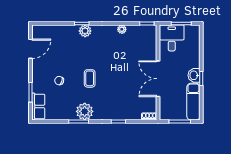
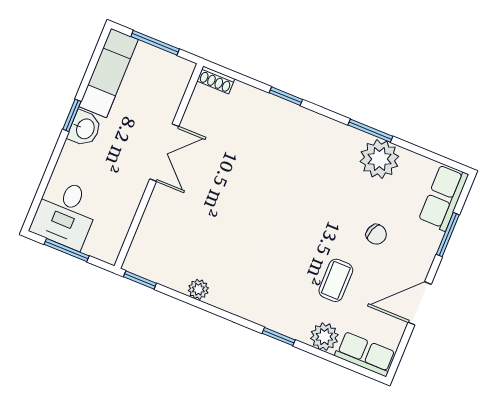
row of seats: (44, 31) -> (365, 354), added
plant: (85, 31) -> (324, 337), moved
desk: (172, 38) -> (65, 214), moved
door: (30, 49) -> (420, 303), moved
coffee table: (90, 78) -> (336, 280), moved
double door: (158, 79) -> (164, 153), width x0.73
plant: (85, 111) -> (379, 159), moved

